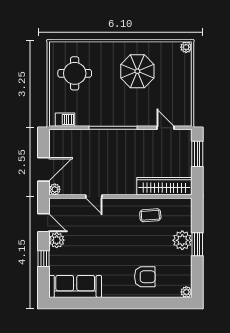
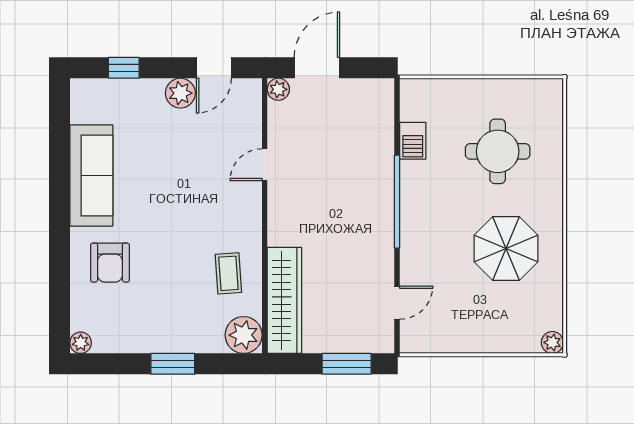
round table: (75, 73) -> (498, 151), moved
barbecue: (65, 120) -> (413, 141), moved
door: (44, 169) -> (317, 68), swing flipped
plant: (182, 240) -> (244, 335), moved
window: (44, 259) -> (124, 68), moved
sofa: (75, 286) -> (91, 176), moved

